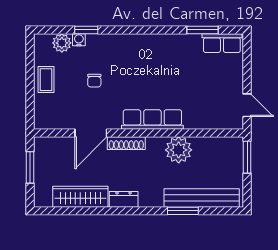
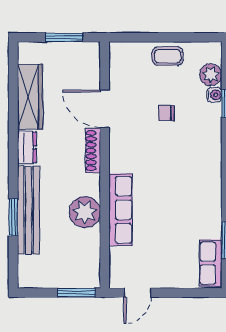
row of seats: (152, 120) -> (121, 210), moved
bench: (202, 198) -> (28, 210), moved

